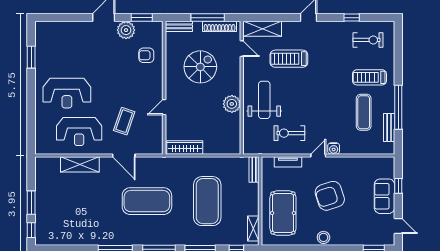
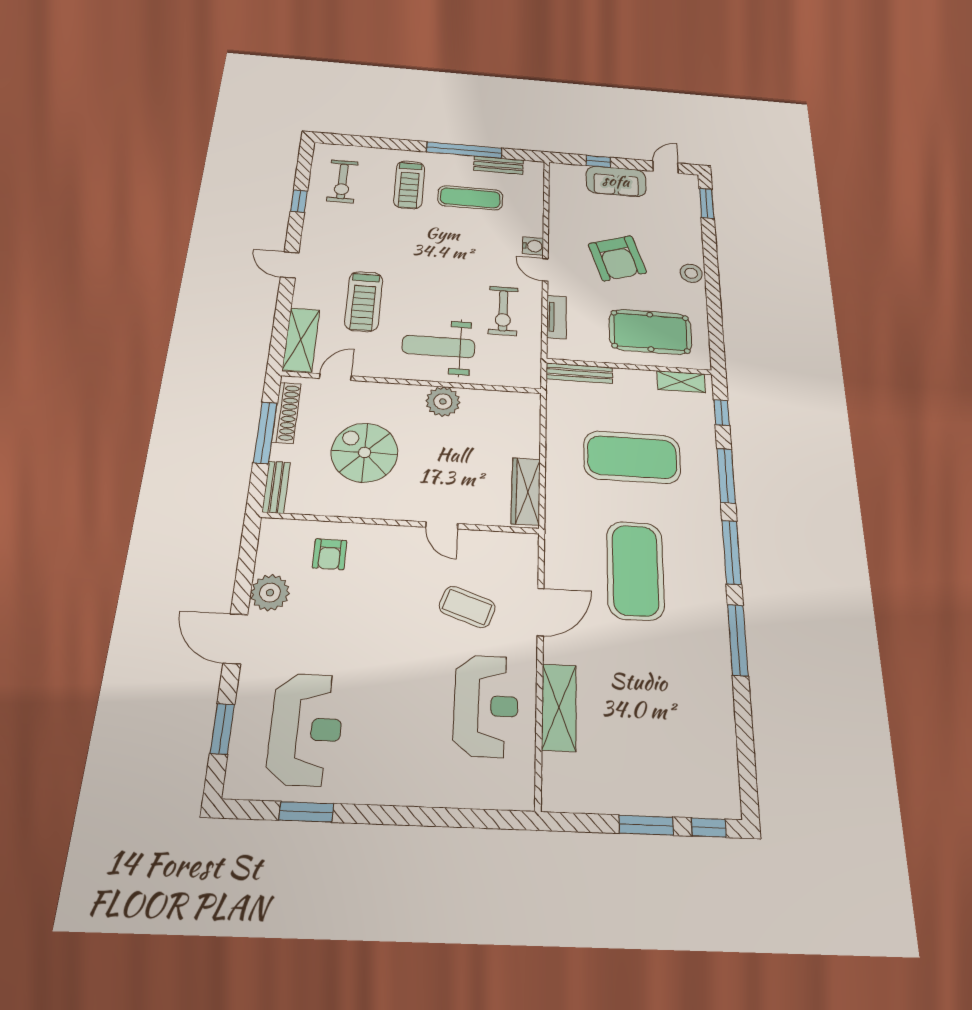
window: (142, 18) -> (222, 729), moved
exercise bike: (368, 40) -> (342, 181), turned 180
reception desk: (67, 93) -> (306, 729), moved
bench: (254, 170) -> (579, 373), width x1.36

